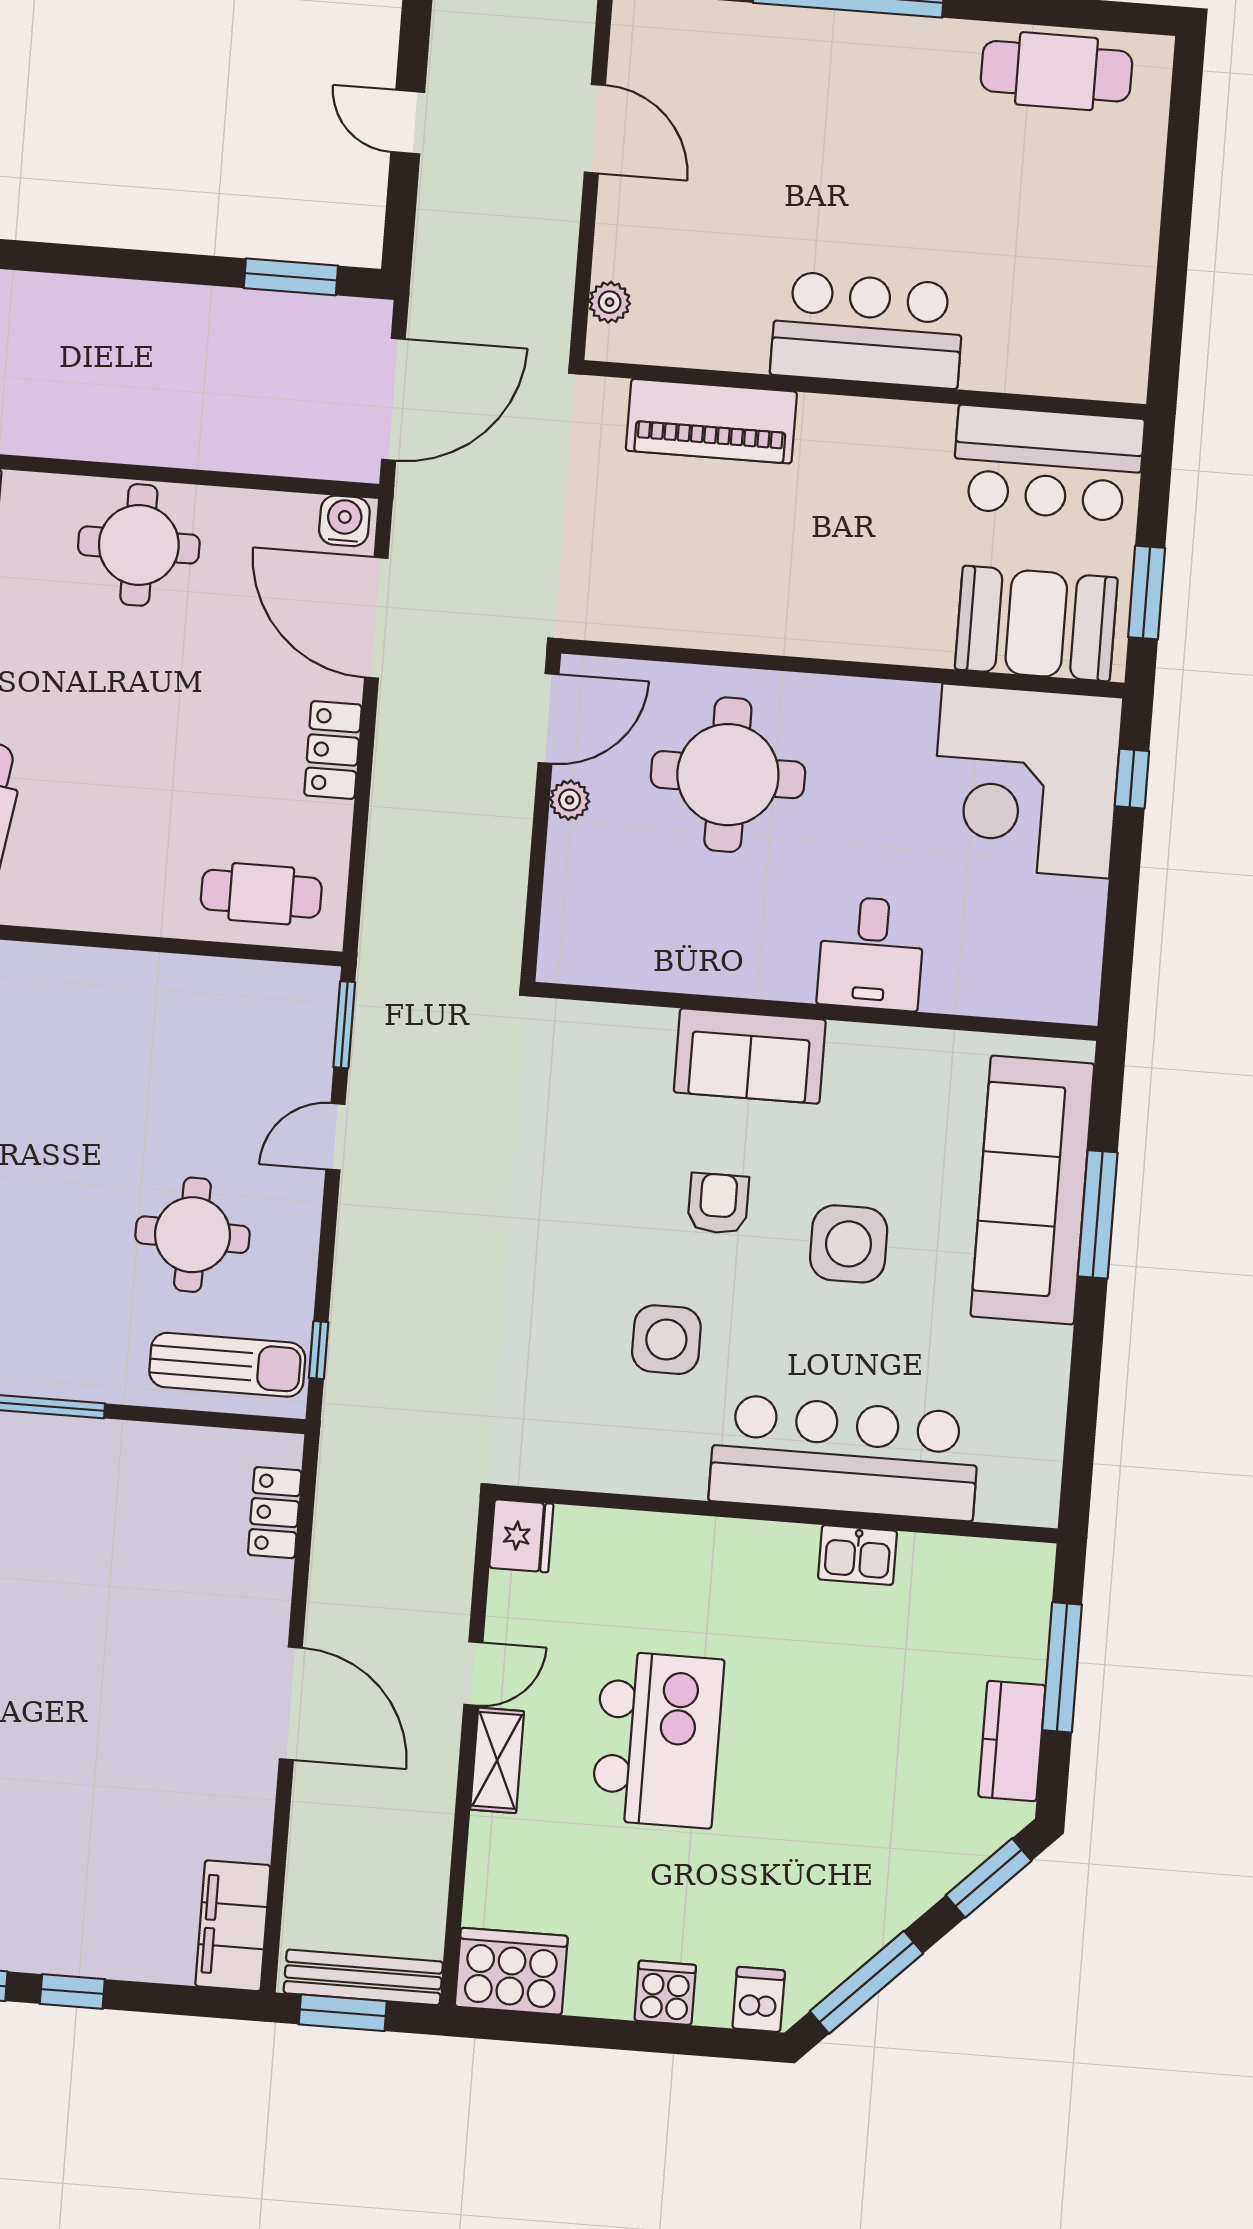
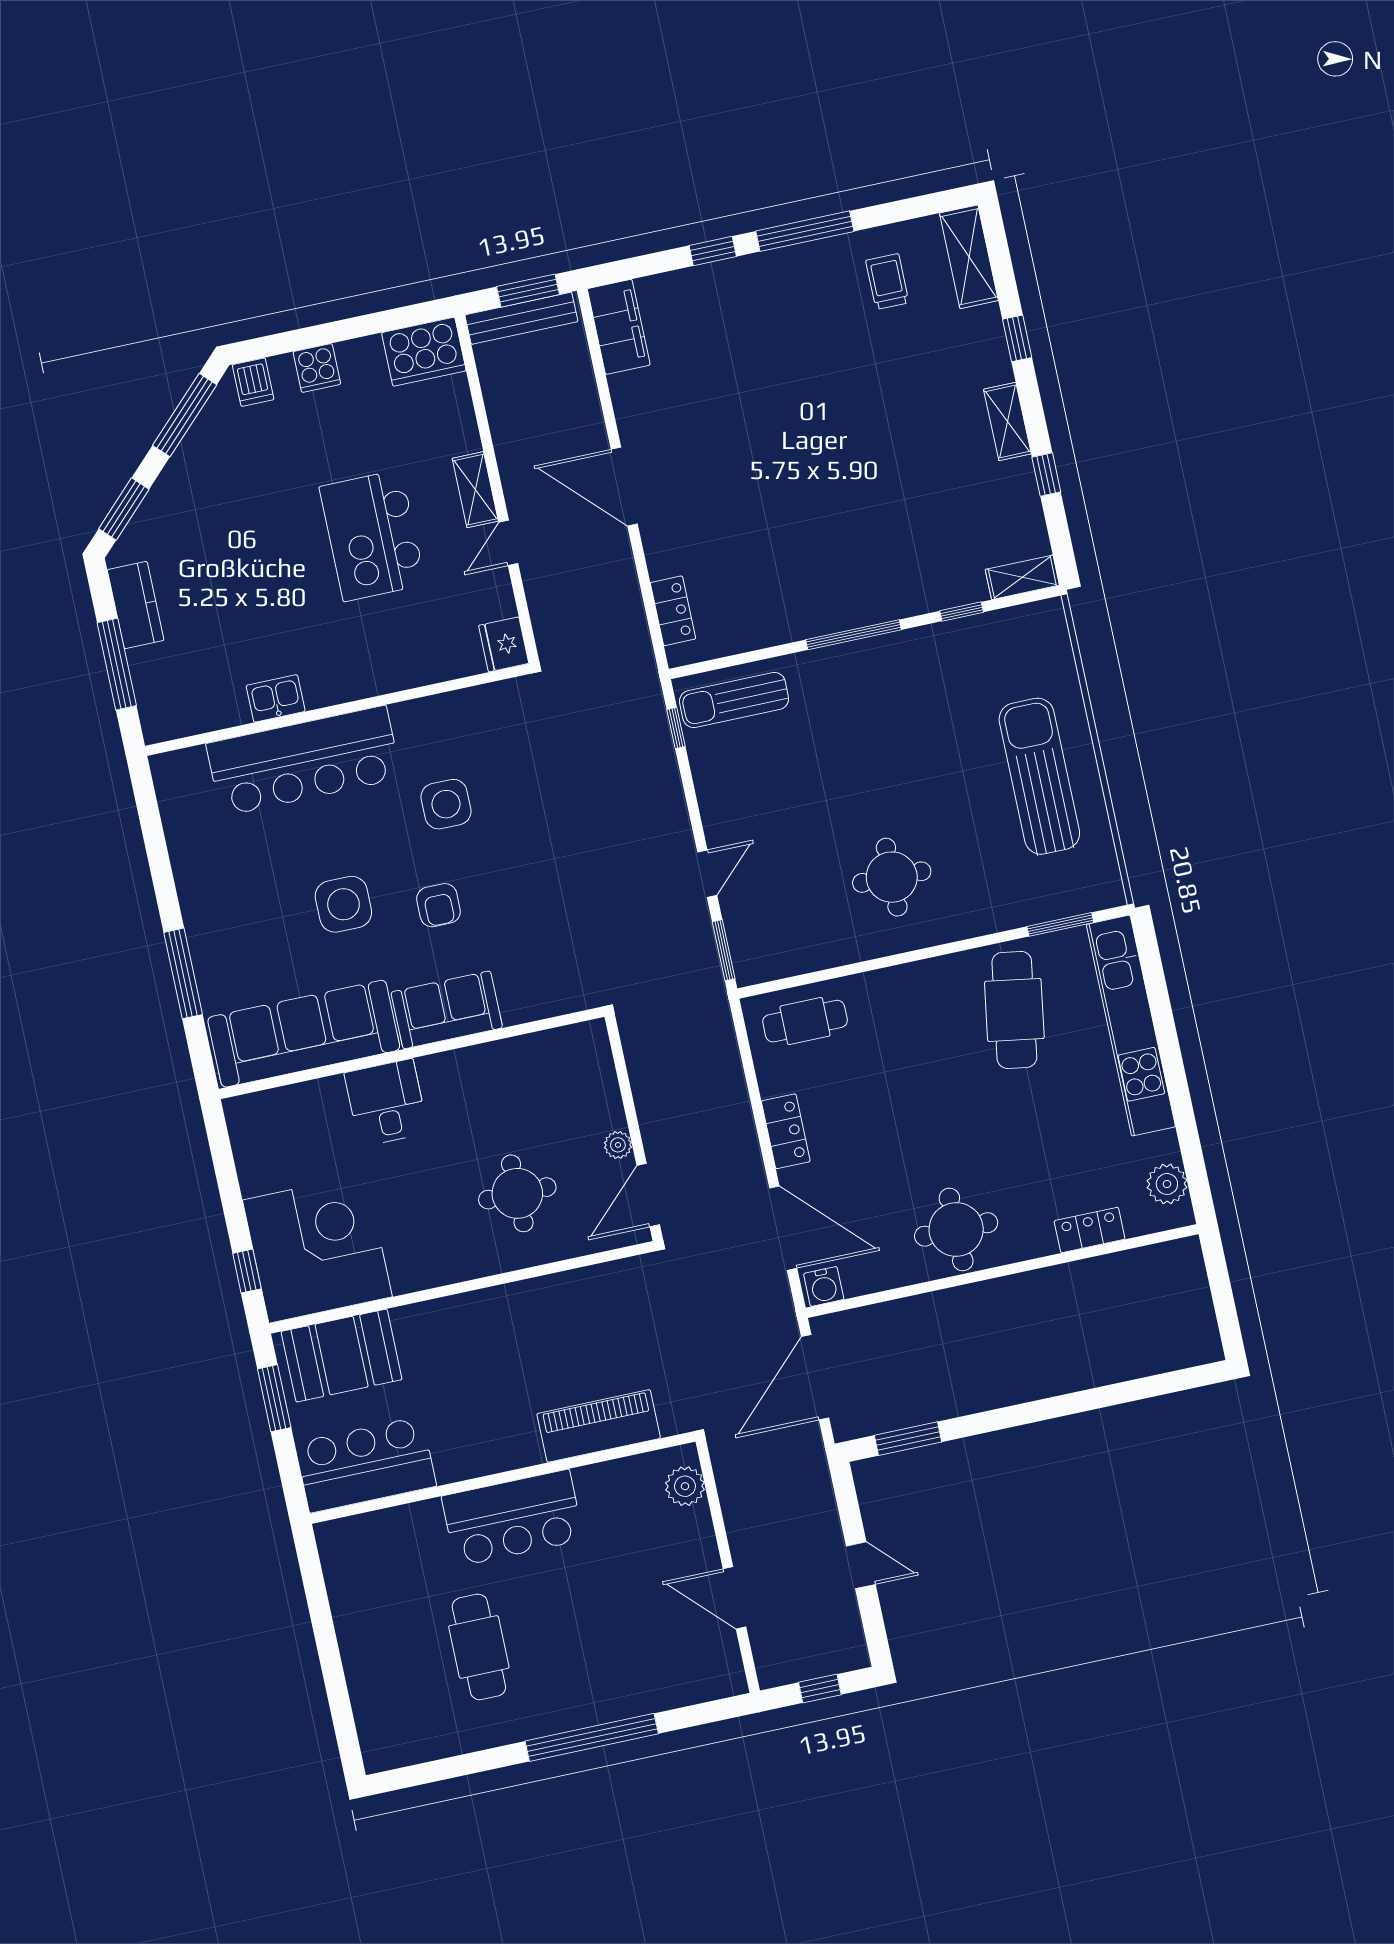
cafe table: (1056, 71) -> (479, 1647), moved, turned 90
plant: (610, 302) -> (685, 1486), width x1.38, depth x1.38
round table: (728, 775) -> (517, 1193), width x0.73, depth x0.73
sofa: (1032, 1190) -> (304, 1034), moved, turned -90
round table: (192, 1235) -> (892, 877), moved

